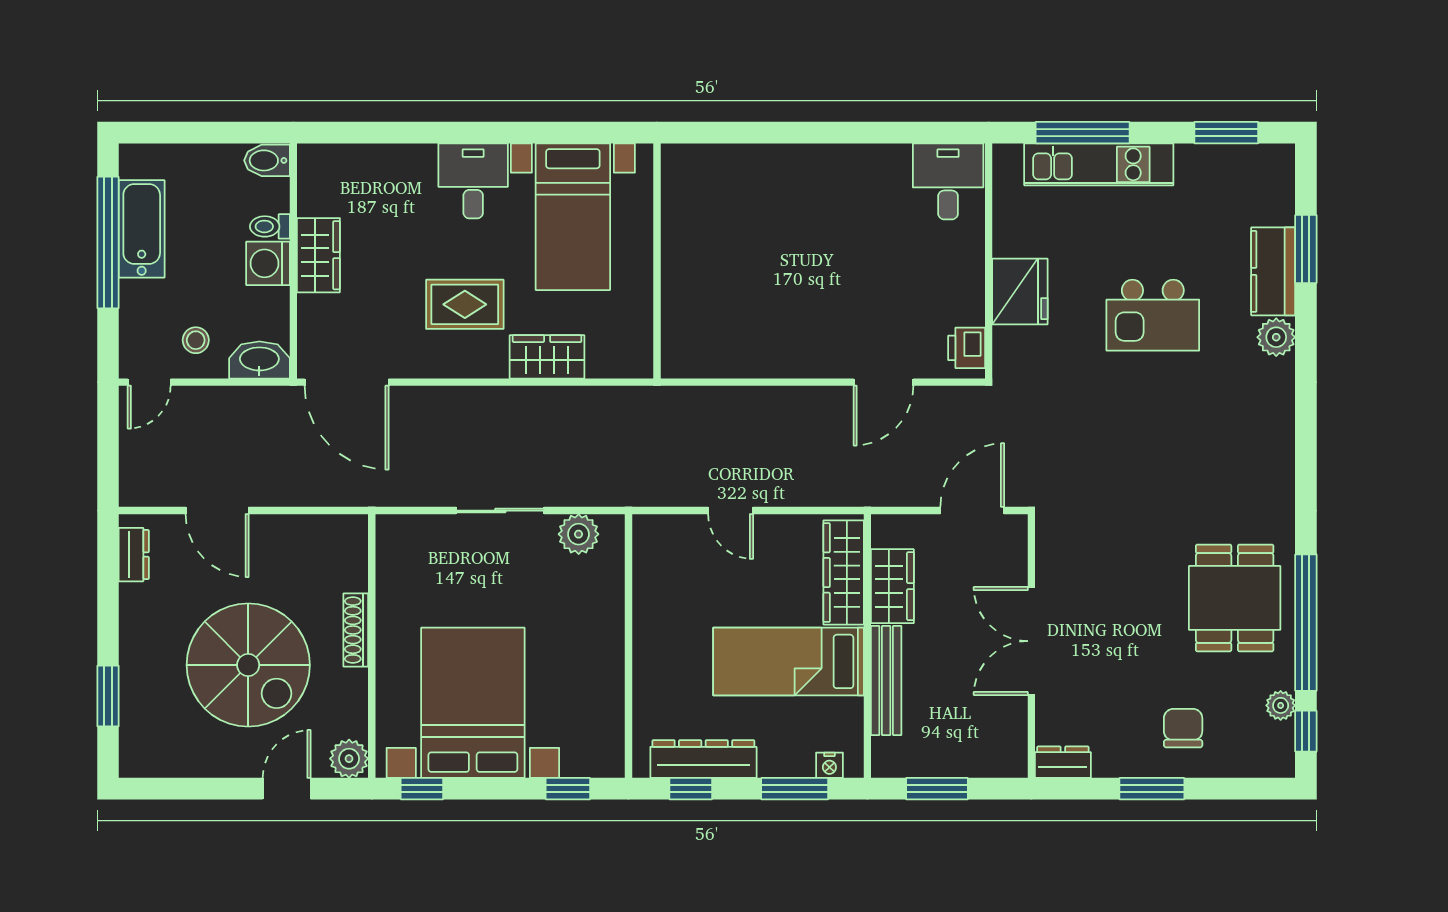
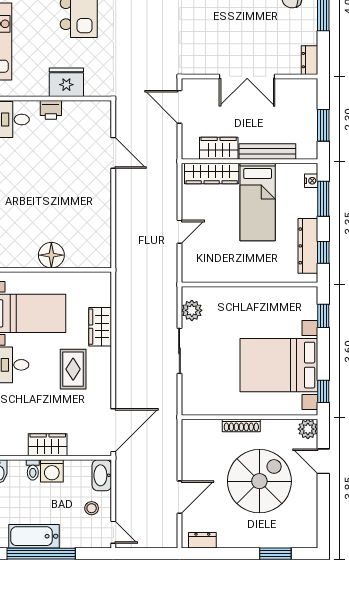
floor lamp: (685, 262) -> (51, 255), added
printer: (967, 348) -> (51, 110), moved

